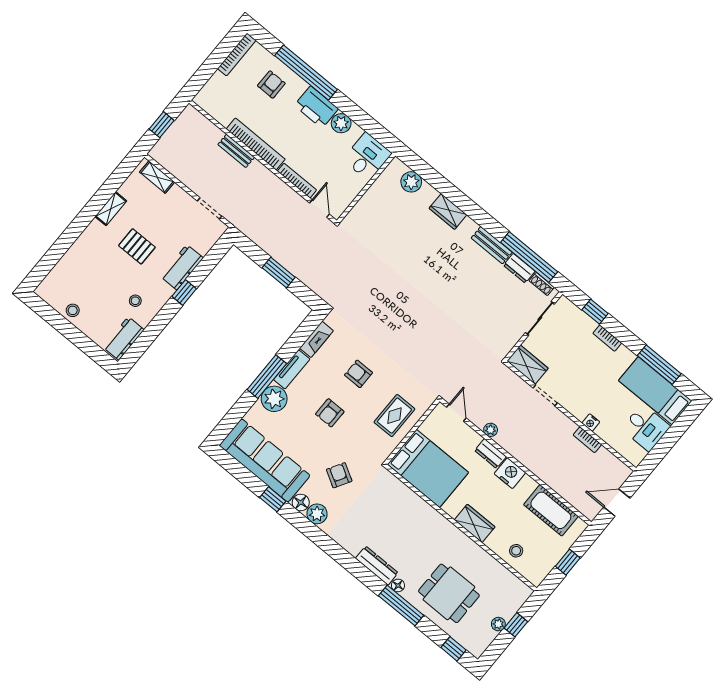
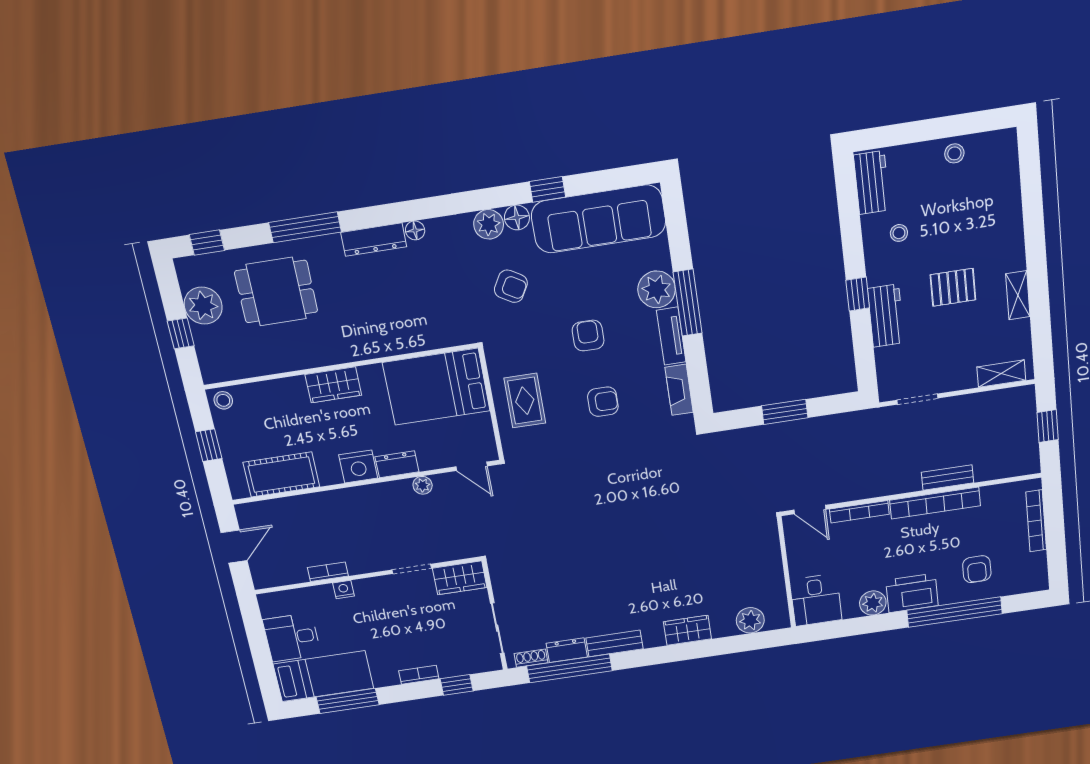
bookcase: (237, 54) -> (1036, 521), moved
stool: (516, 551) -> (223, 400), moved
floor lamp: (398, 585) -> (415, 230), moved
plant: (498, 624) -> (203, 306), width x1.88, depth x1.88

